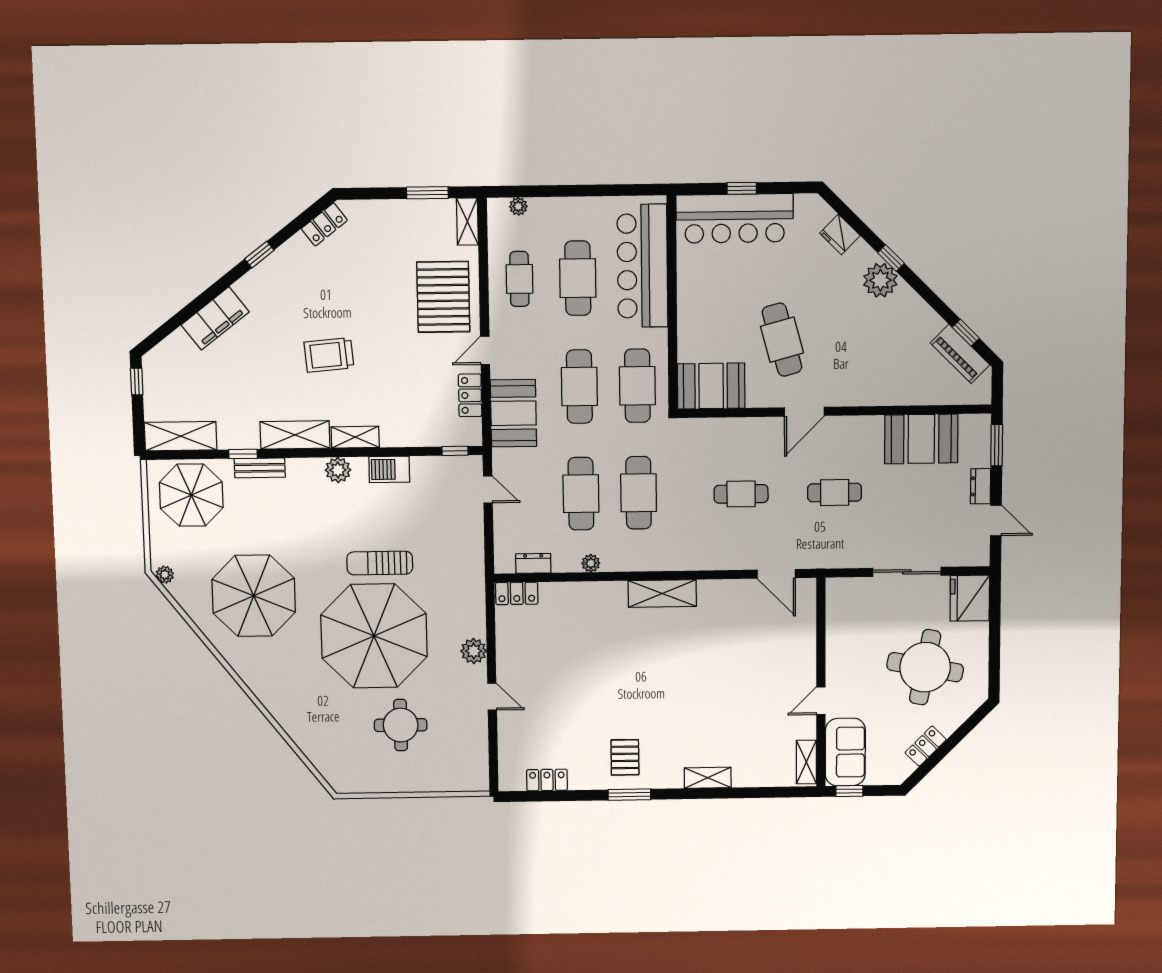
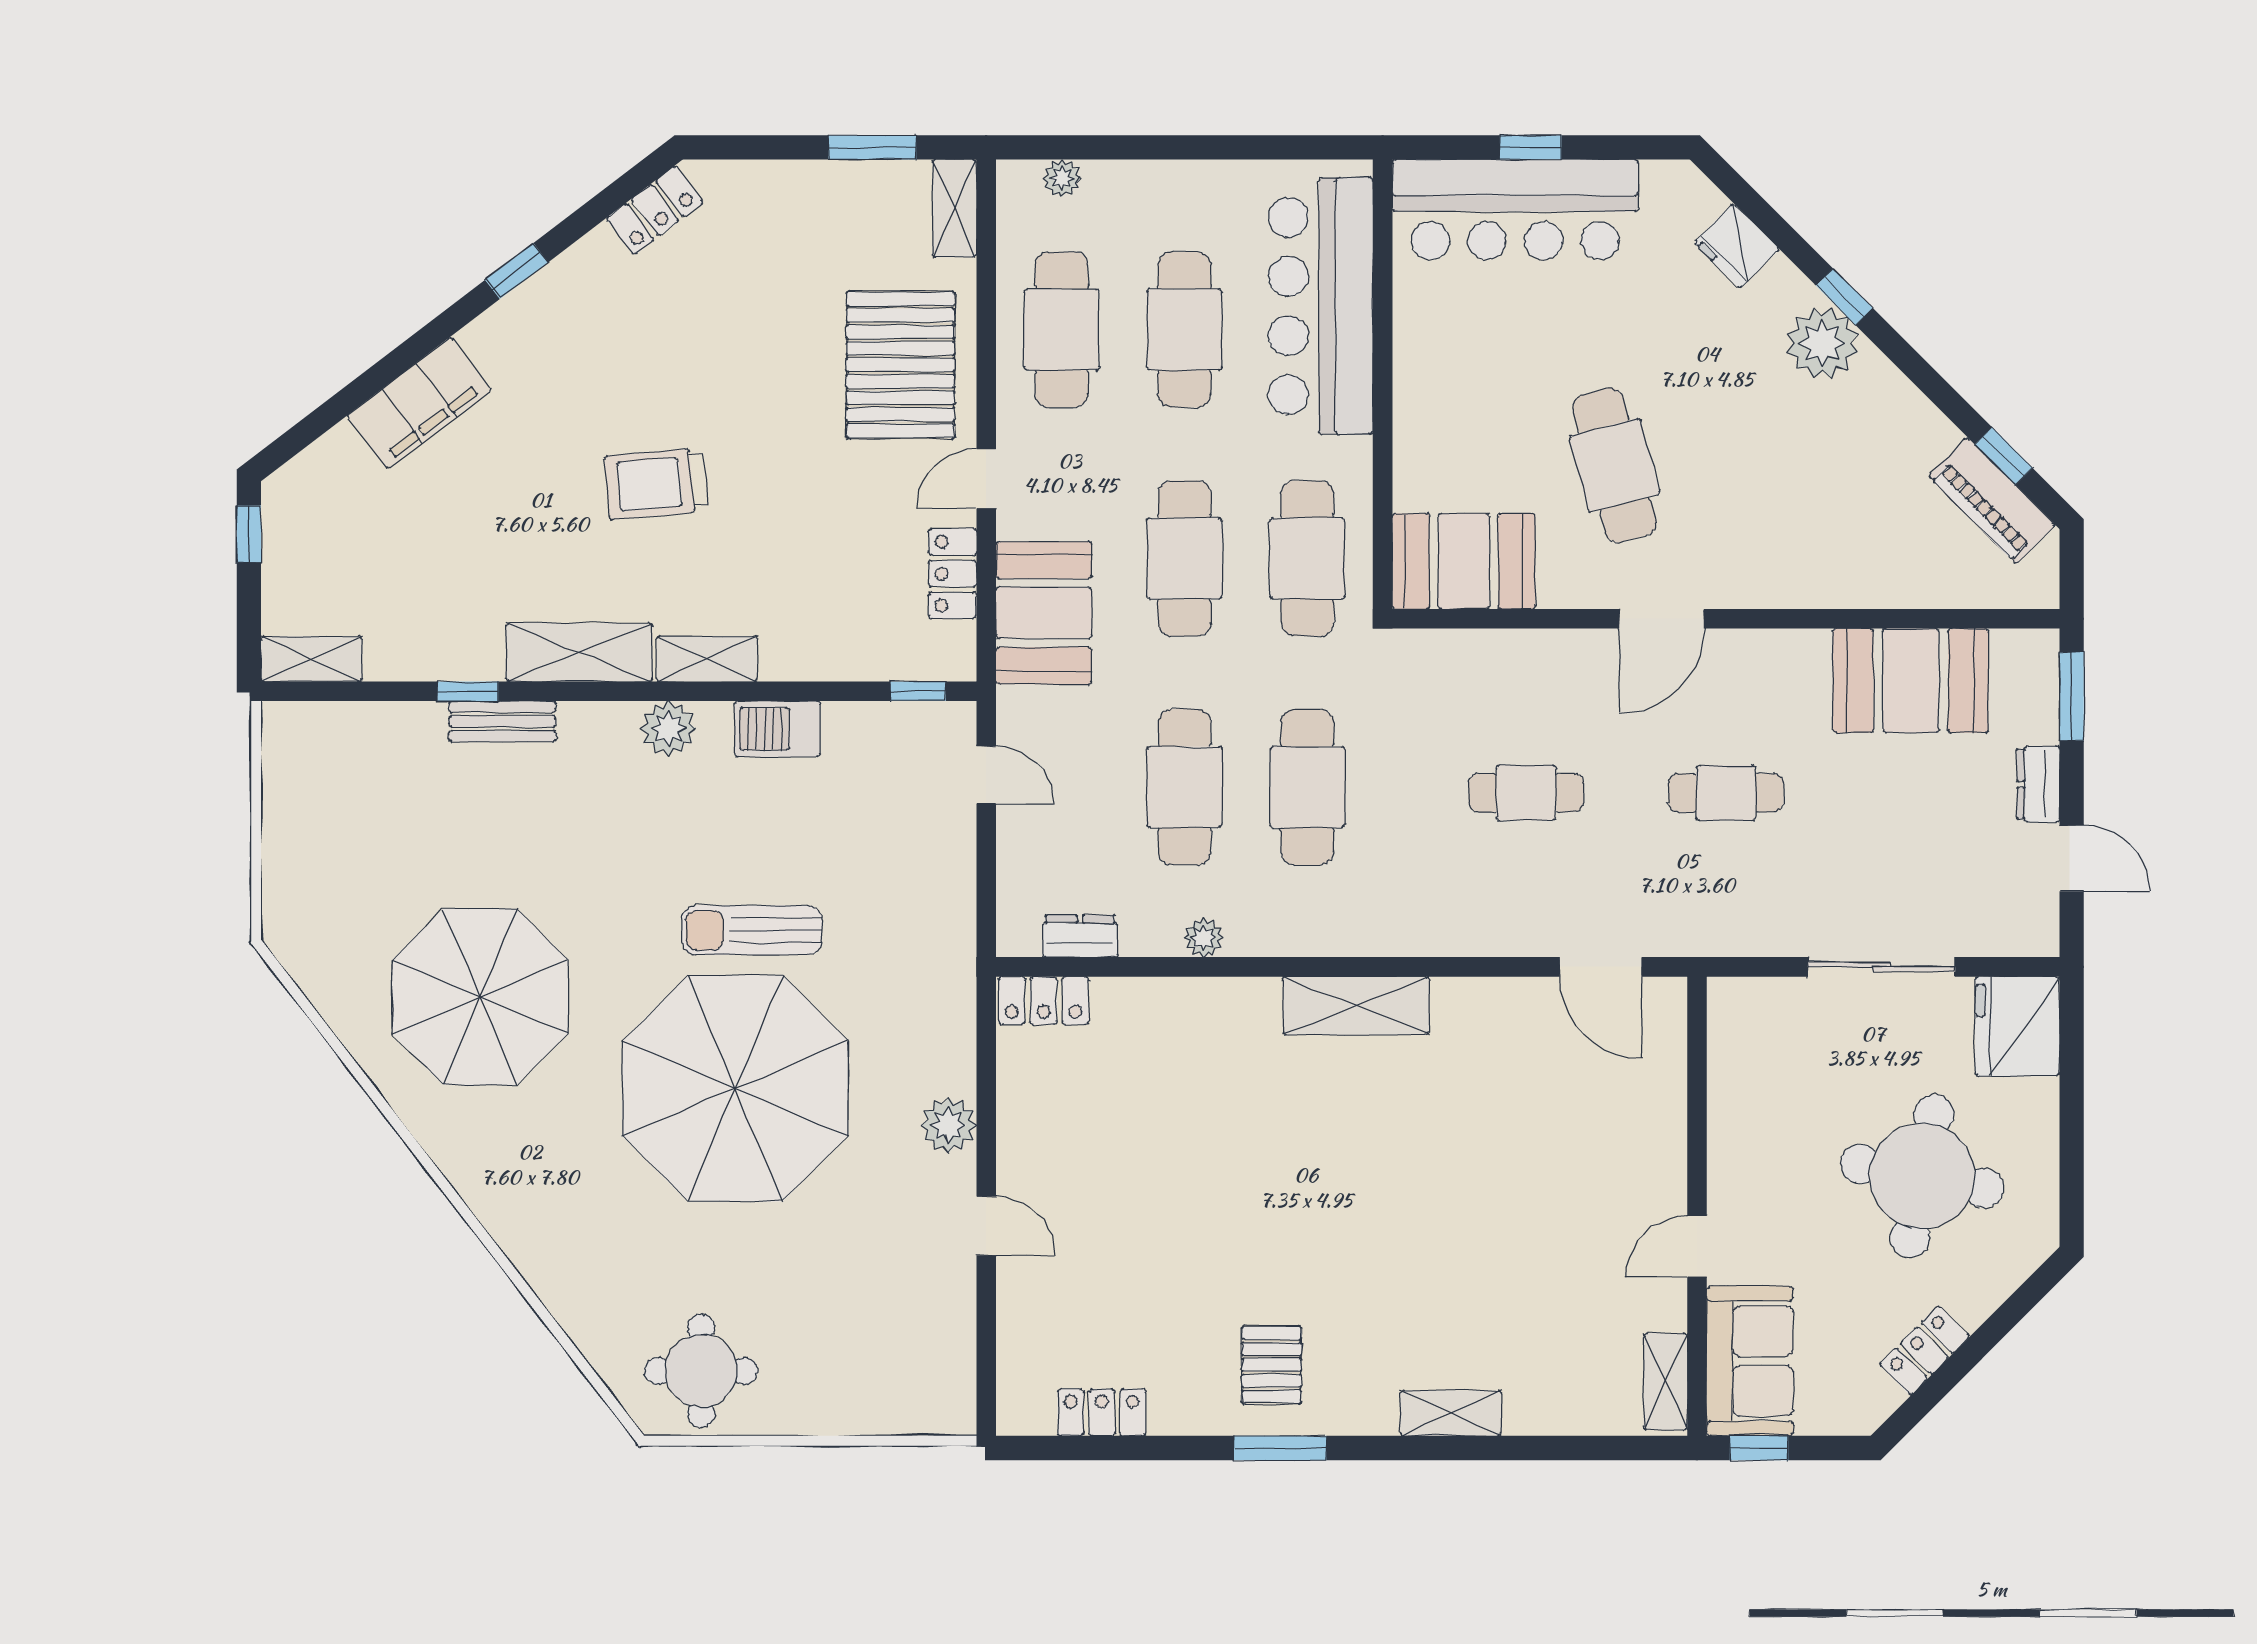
cafe table: (519, 279) -> (1062, 330), width x1.37, depth x1.35
shelving: (181, 436) -> (312, 659), width x0.67, depth x0.75
parasol: (191, 495) -> (355, 778), removed
plant: (165, 575) -> (292, 948), removed
round table: (401, 725) -> (701, 1371), moved

